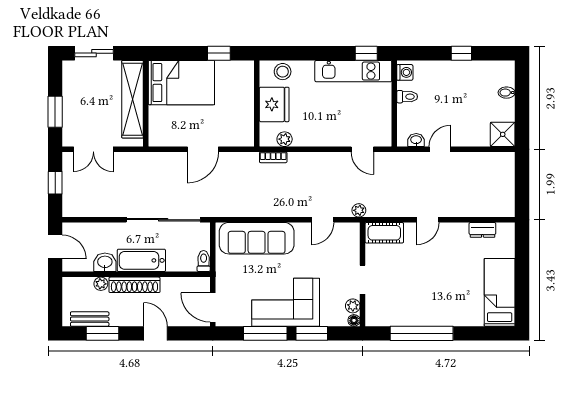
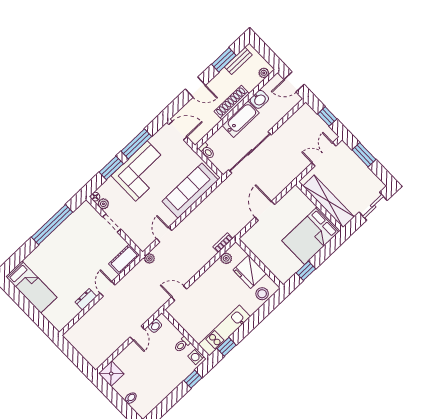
window: (461, 53) -> (193, 379), moved
dresser: (482, 230) -> (86, 299), moved
plant: (101, 284) -> (264, 73), moved

